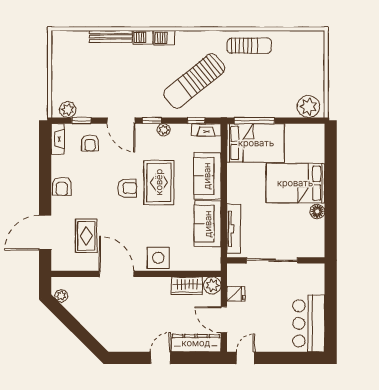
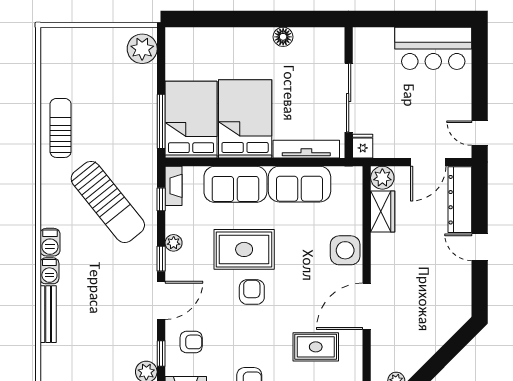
bed: (295, 183) -> (245, 119), moved, turned 180
fridge: (236, 294) -> (363, 146), moved

